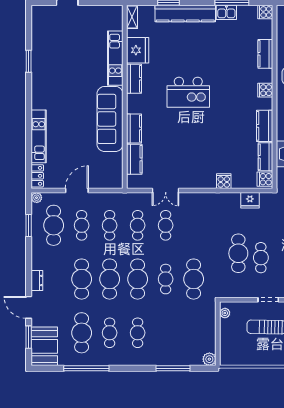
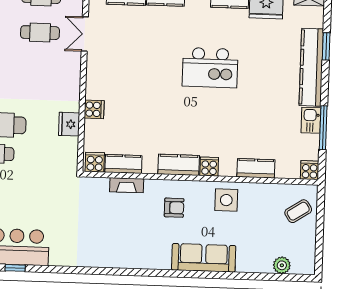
kitchen island: (188, 92) -> (210, 68), turned -90
kitchen counter: (265, 126) -> (179, 165), moved
fridge: (250, 200) -> (69, 124), moved

